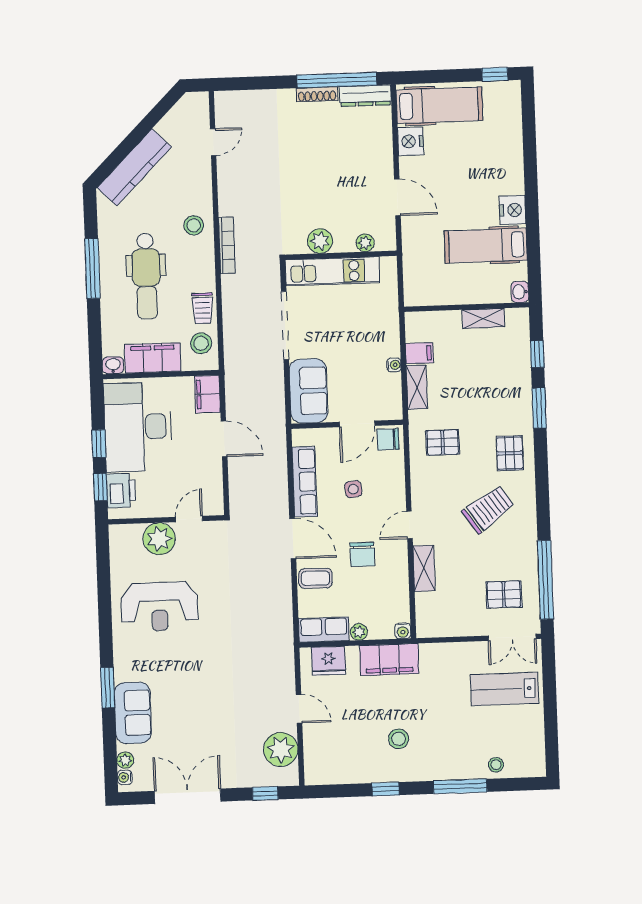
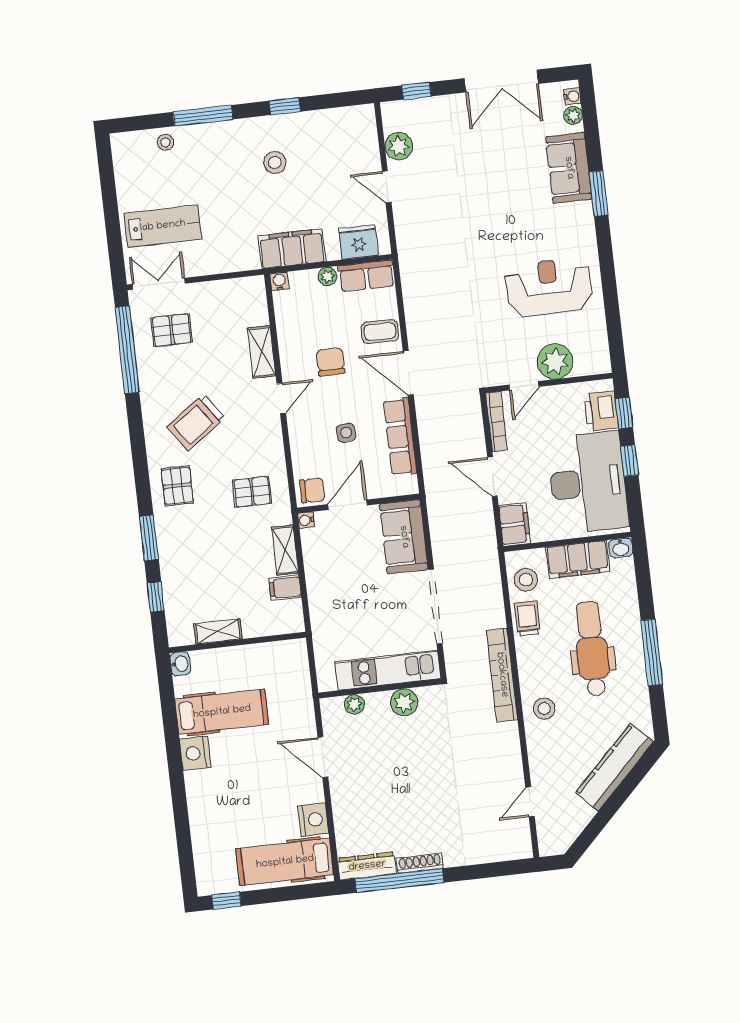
bookcase: (227, 245) -> (502, 675), width x1.48, depth x1.31
water cooler: (394, 365) -> (306, 520), moved
bookcase: (216, 489) -> (496, 422), added
plant: (281, 749) -> (399, 146), width x0.73, depth x0.73

